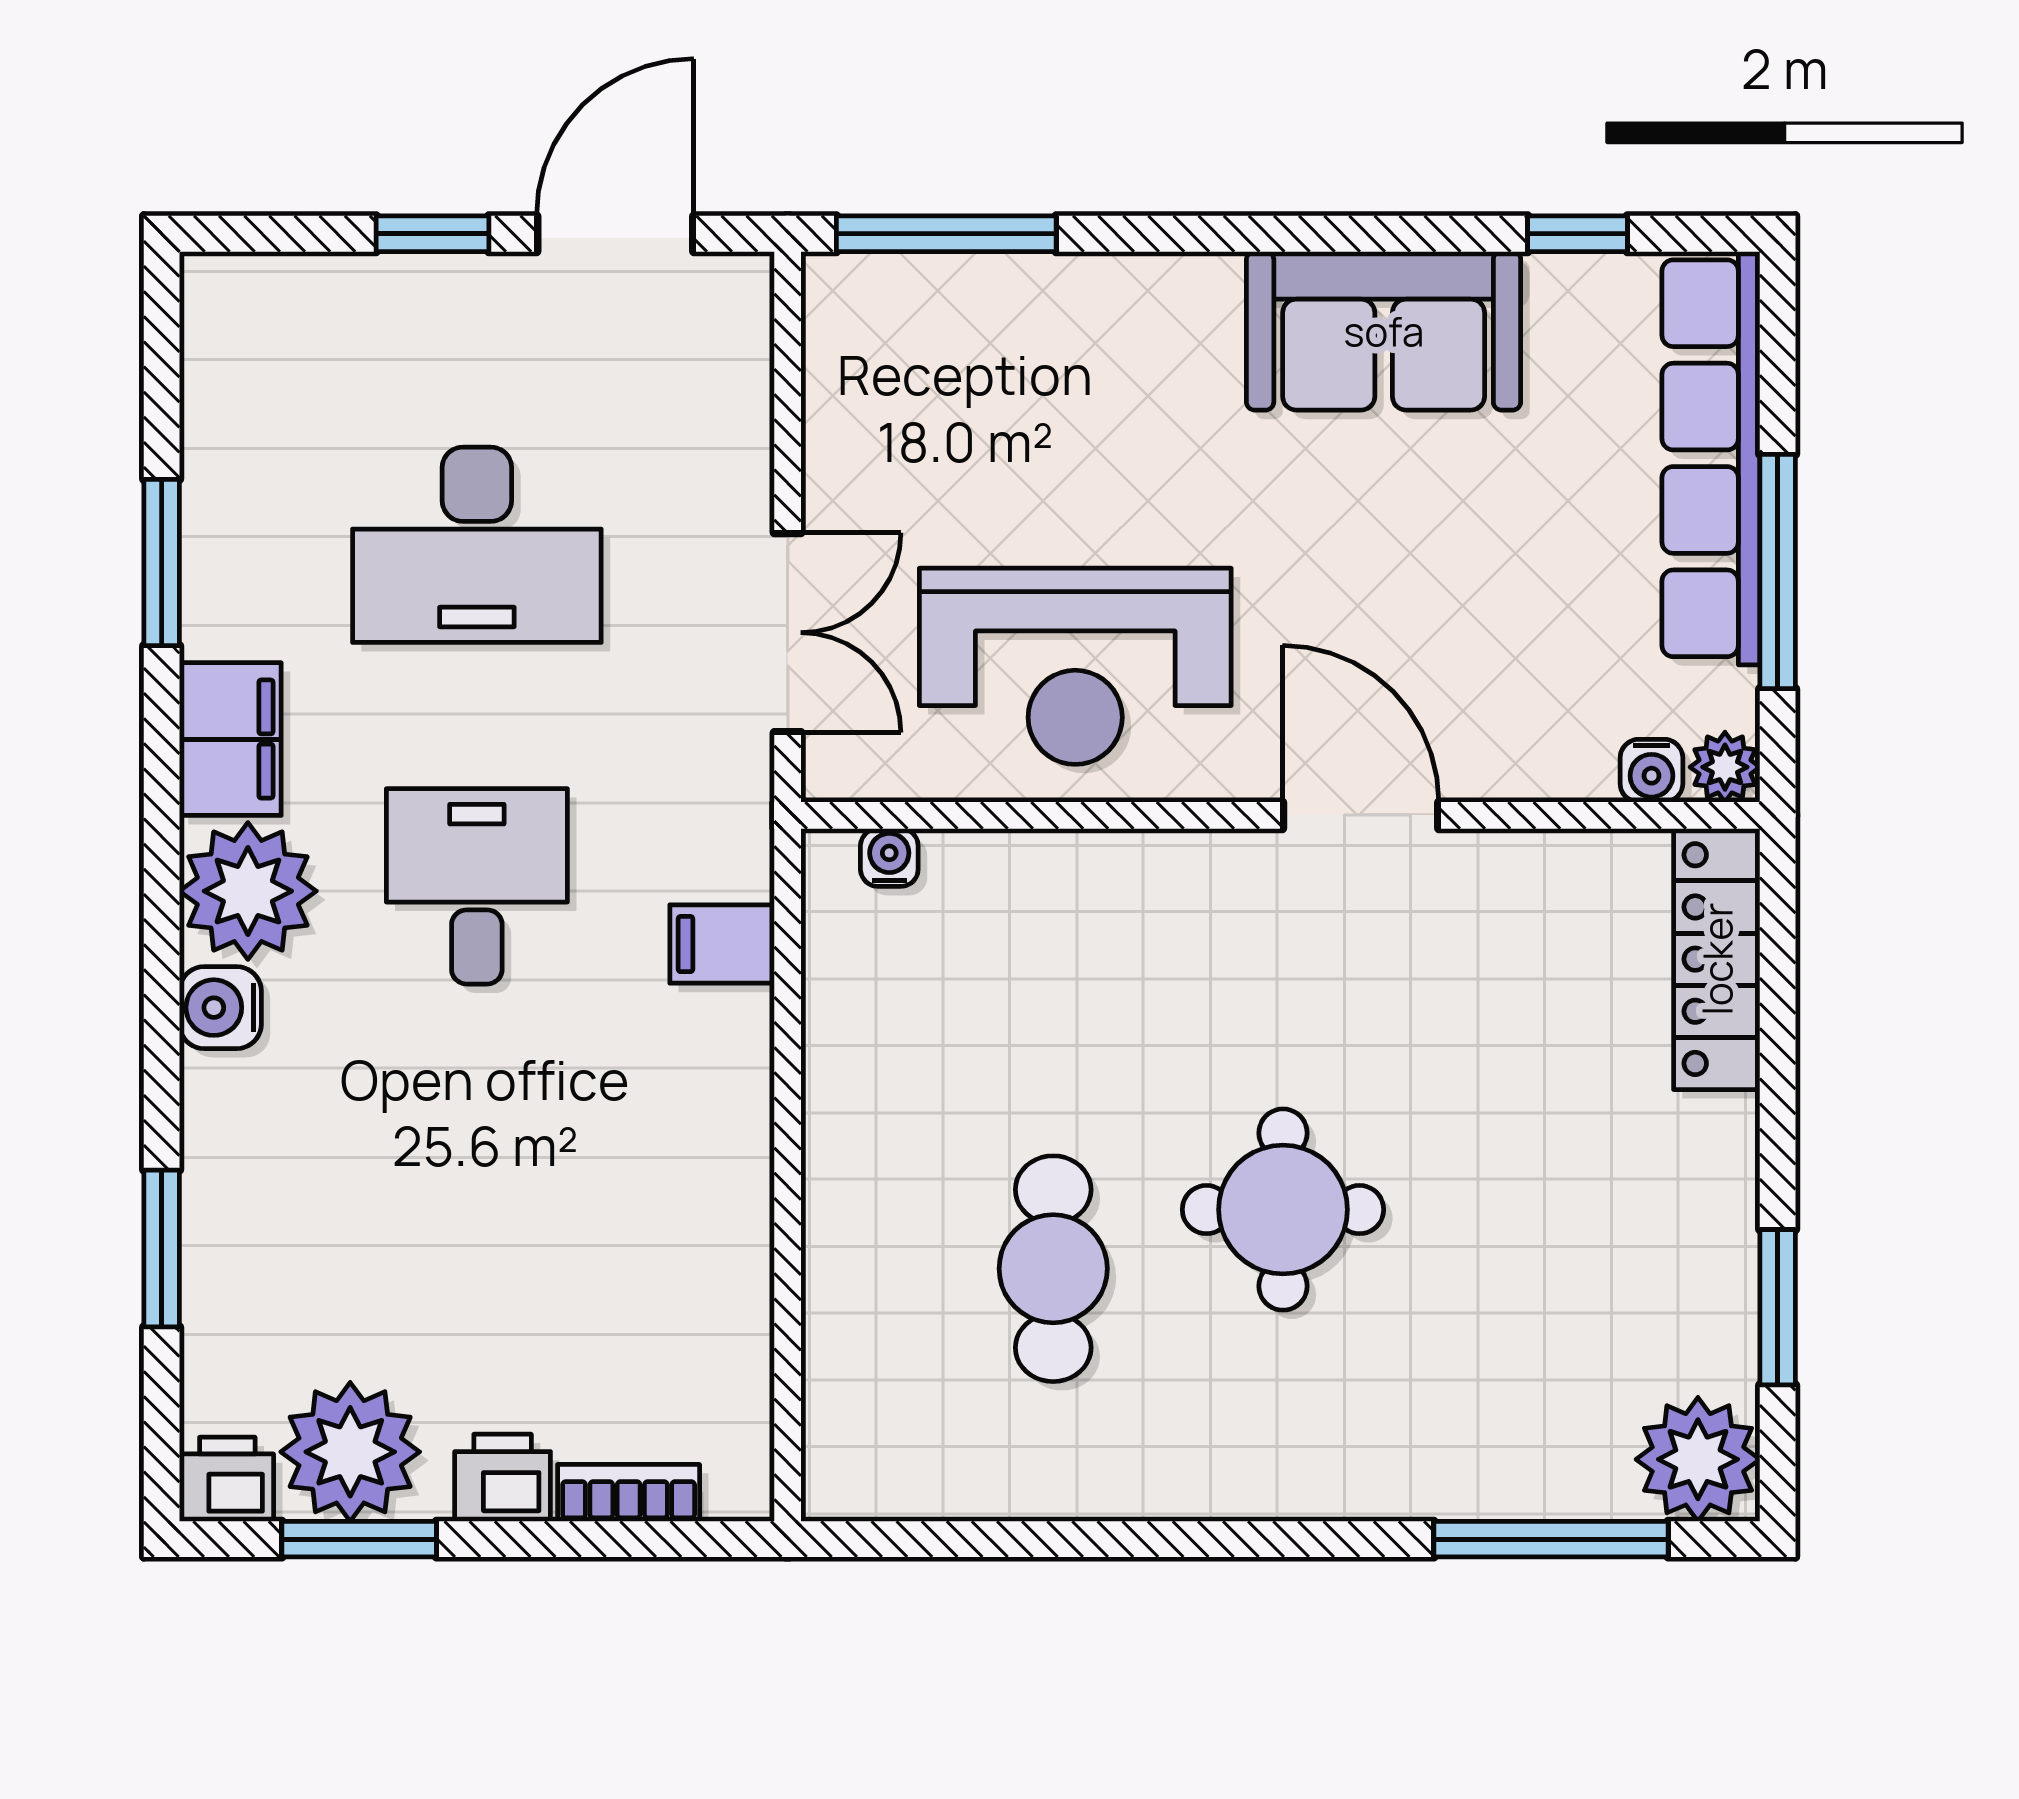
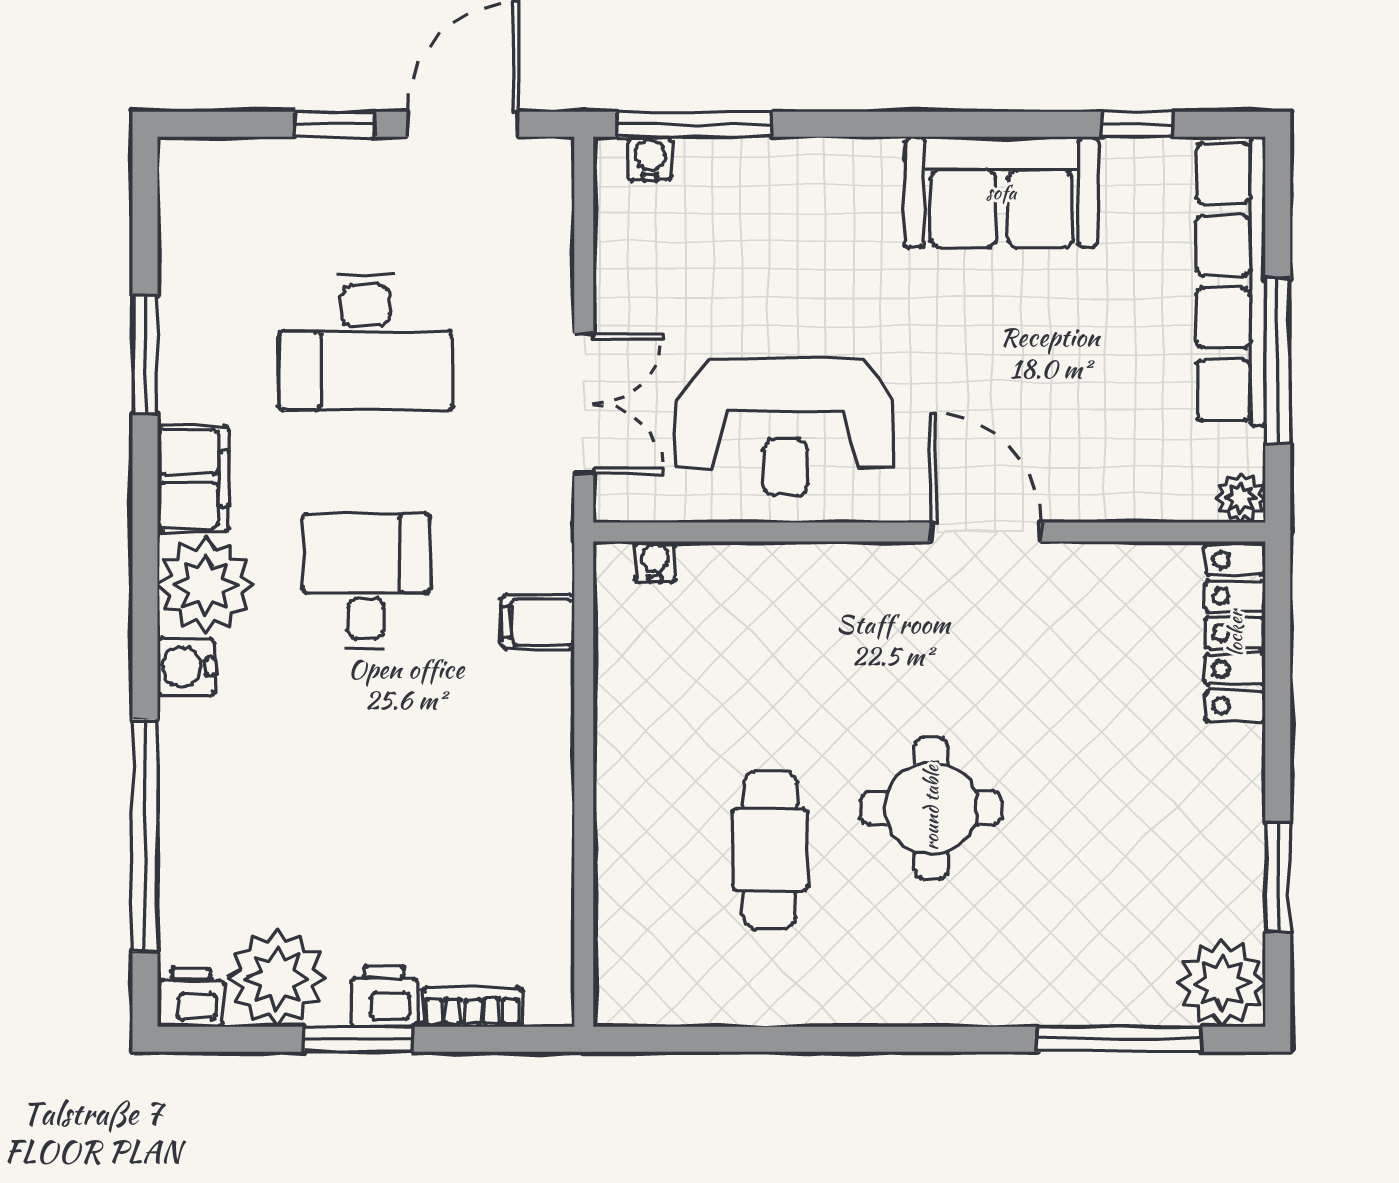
water cooler: (1651, 771) -> (650, 159), moved, turned 180
window: (162, 1248) -> (145, 836), width x2.11
window: (359, 1539) -> (358, 1039), moved

